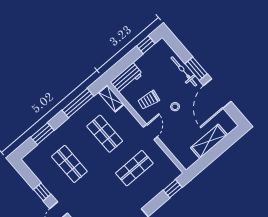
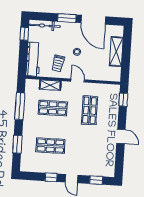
bicycle: (184, 71) -> (45, 26), moved
workbench: (126, 78) -> (33, 59), width x1.38
shelving: (111, 98) -> (50, 85), moved

